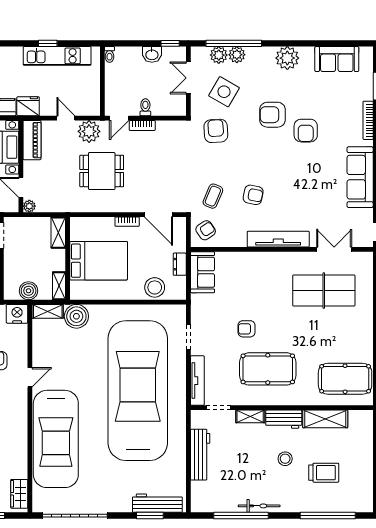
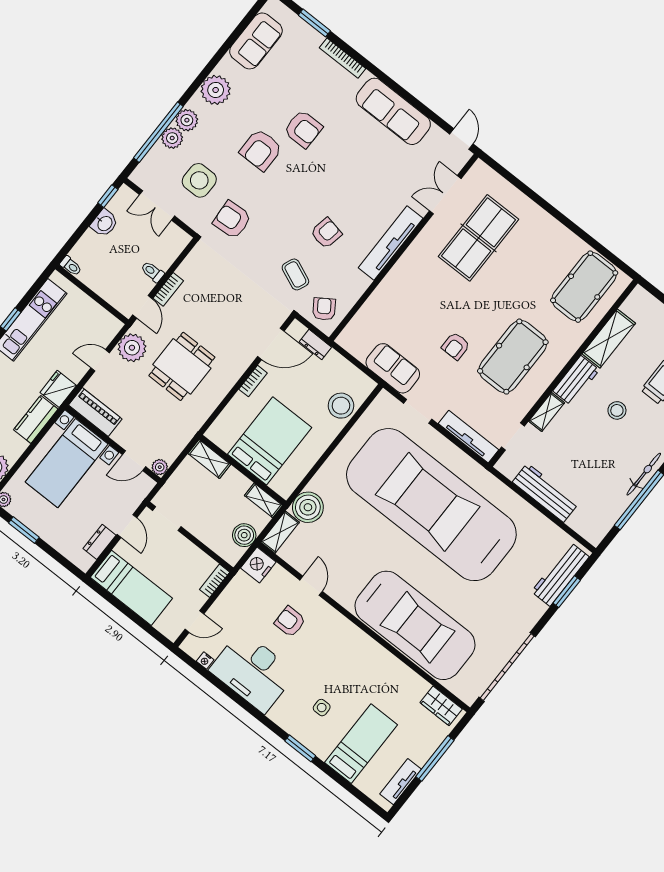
plant: (219, 55) -> (187, 120), moved
side table: (224, 92) -> (199, 180), turned -30
dresser: (180, 264) -> (315, 344), moved
sofa: (203, 272) -> (393, 368), moved
door: (30, 377) -> (311, 586), moved

